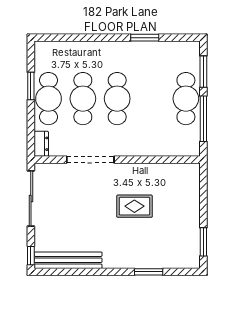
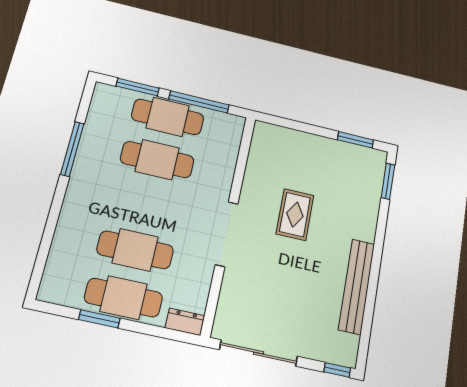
window: (145, 38) -> (72, 149), width x1.44
cafe table: (117, 99) -> (157, 160), moved
doorway: (90, 160) -> (227, 234), moved
bench: (68, 260) -> (357, 286), moved
window: (149, 272) -> (388, 181), moved

